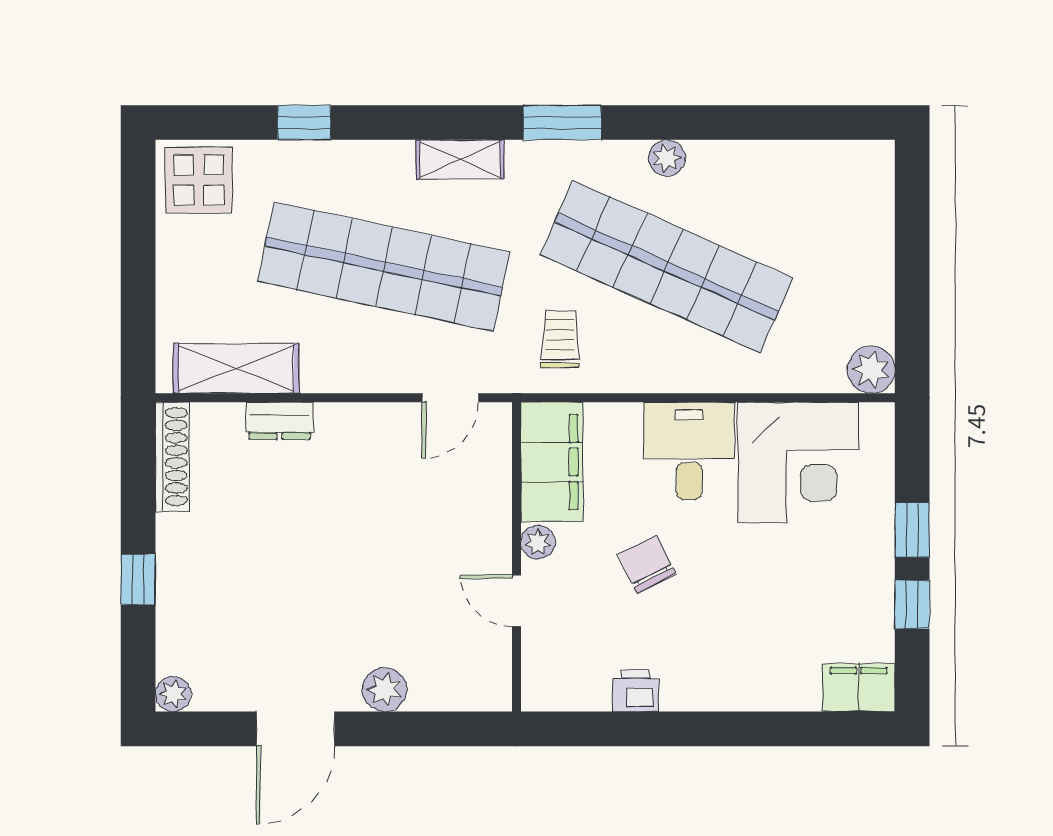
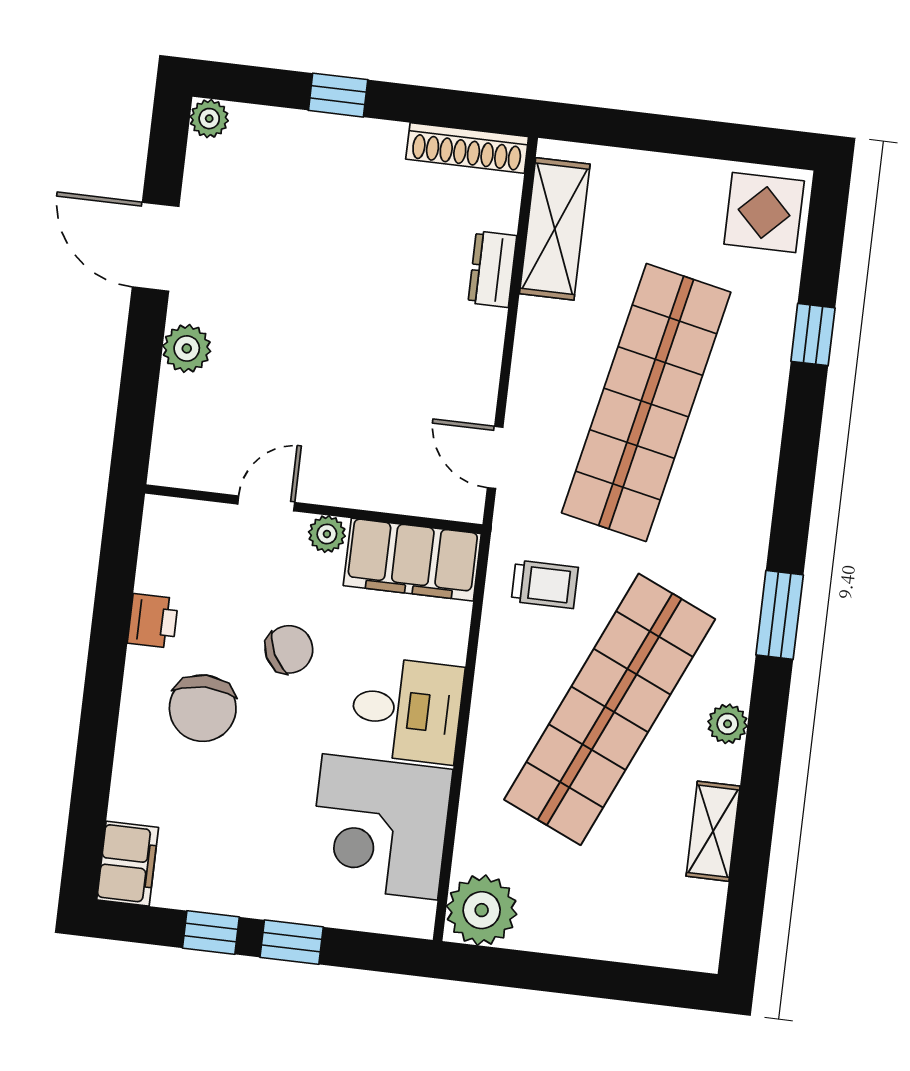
shelving: (460, 159) -> (713, 831), moved
plant: (871, 370) -> (482, 910), width x1.36, depth x1.36
chair: (709, 636) -> (203, 708), added

